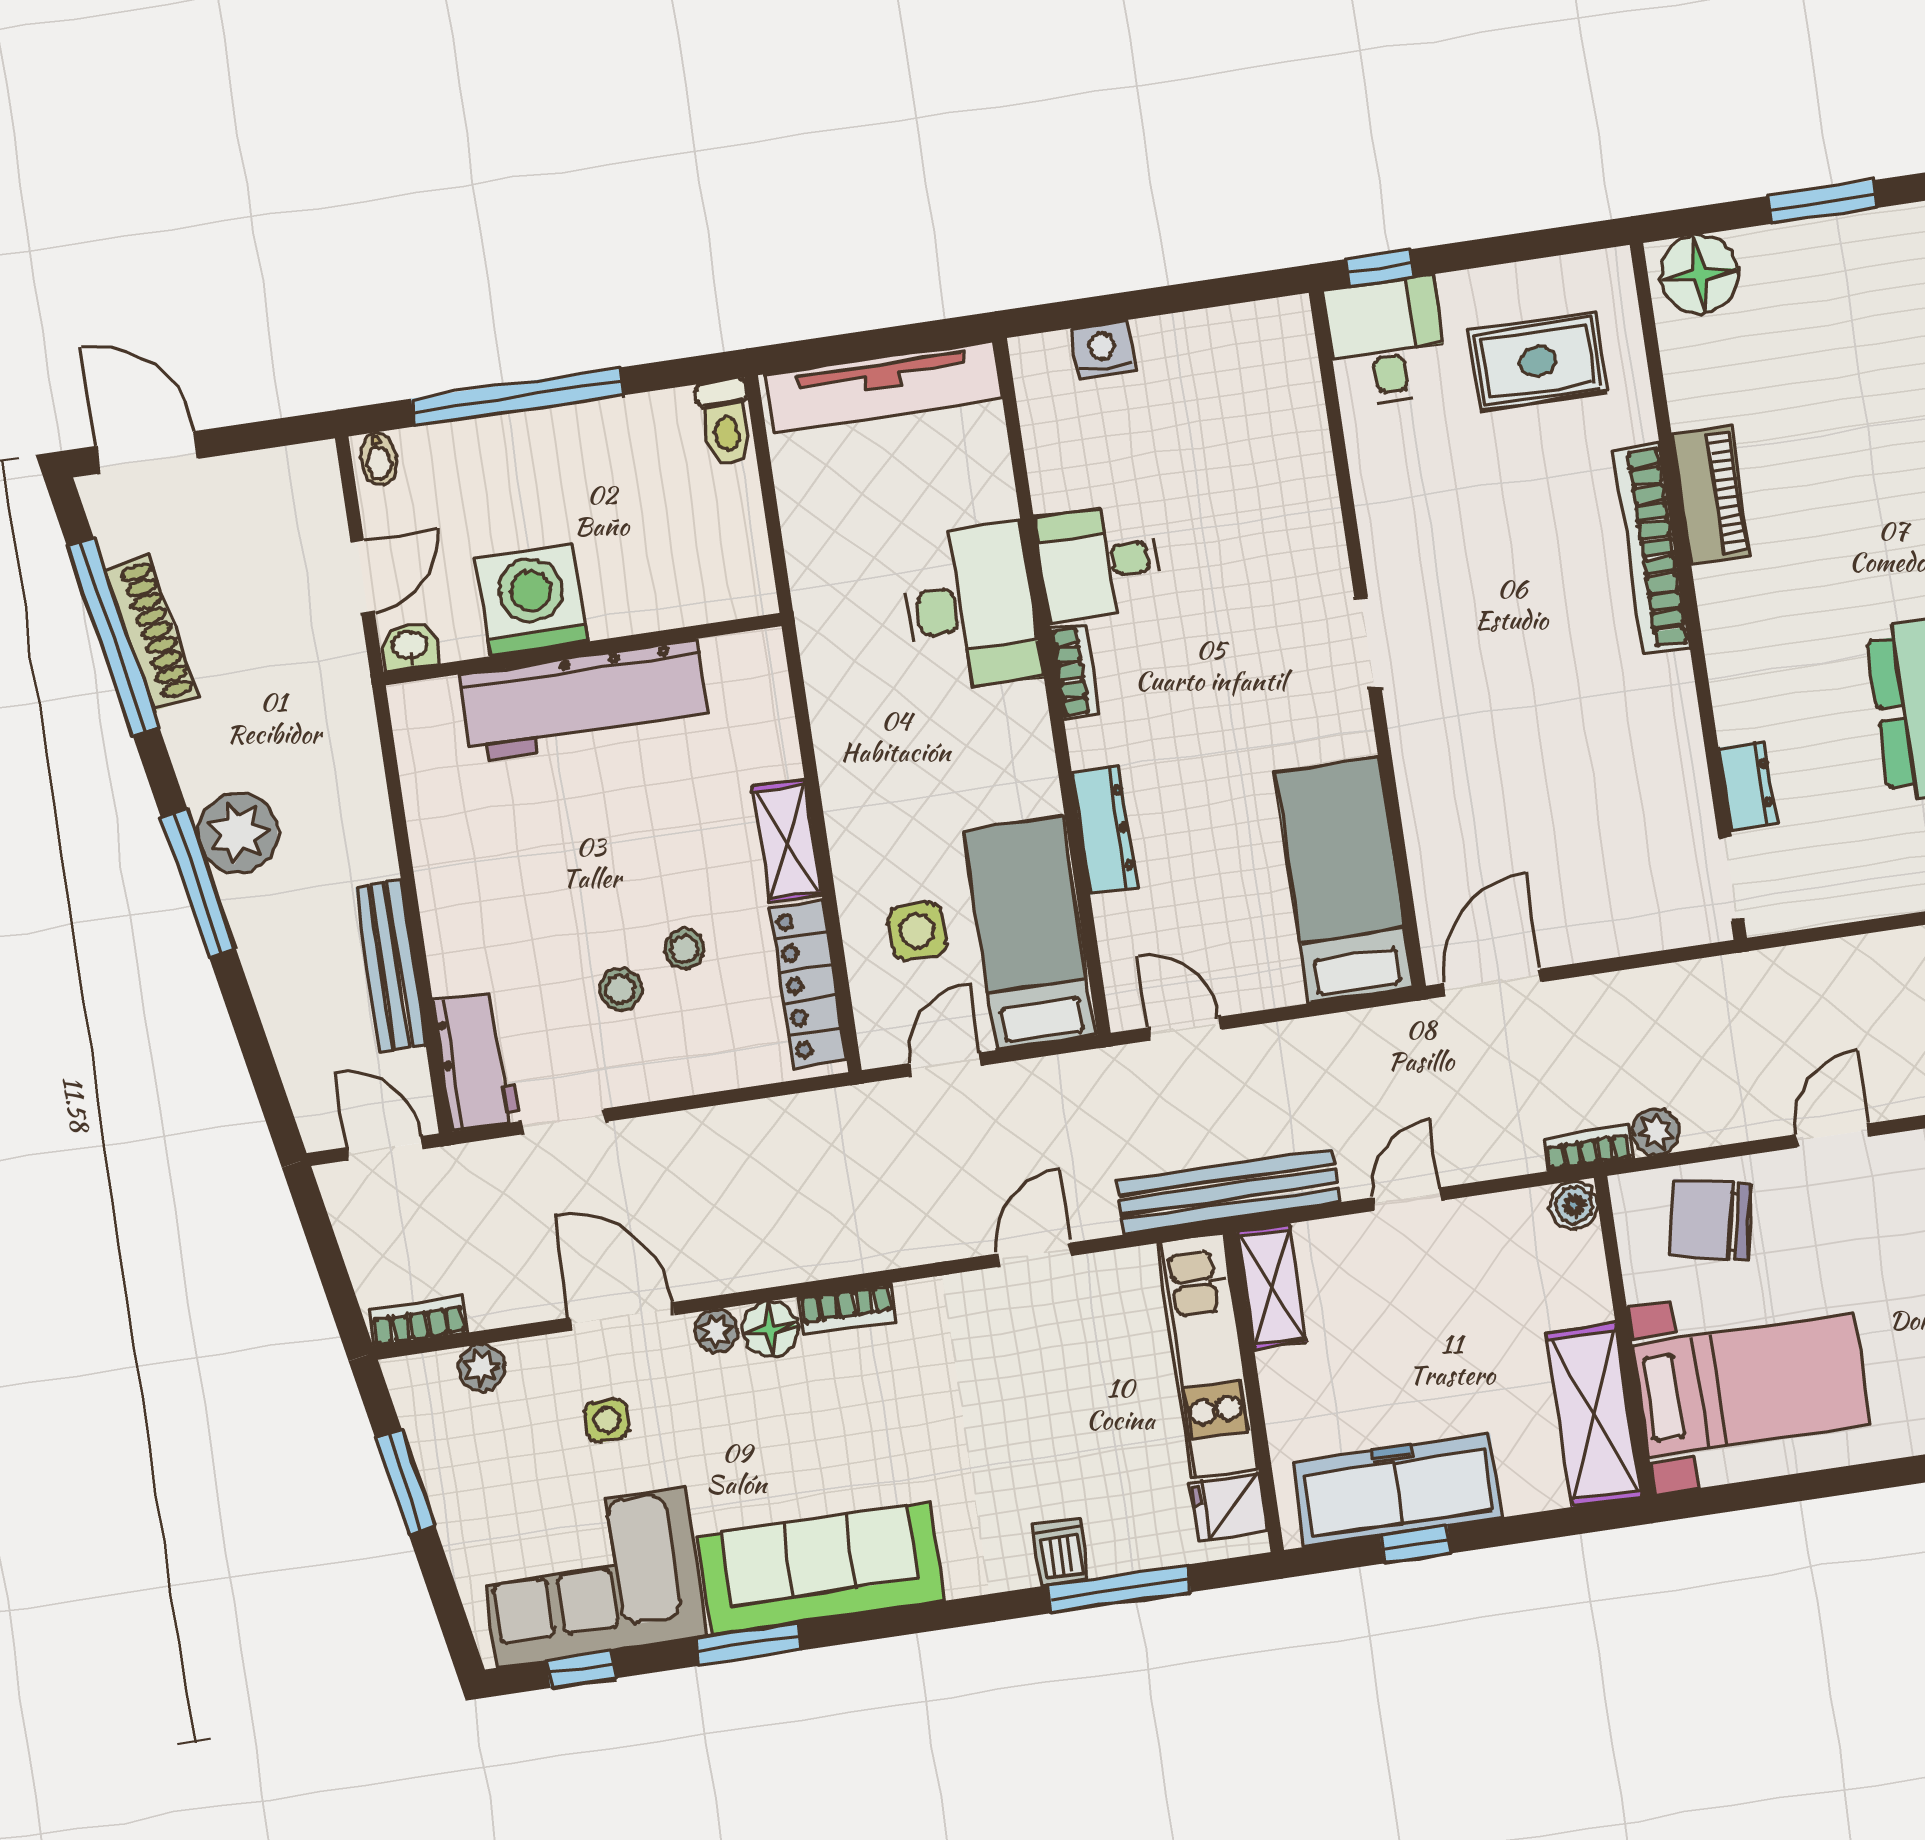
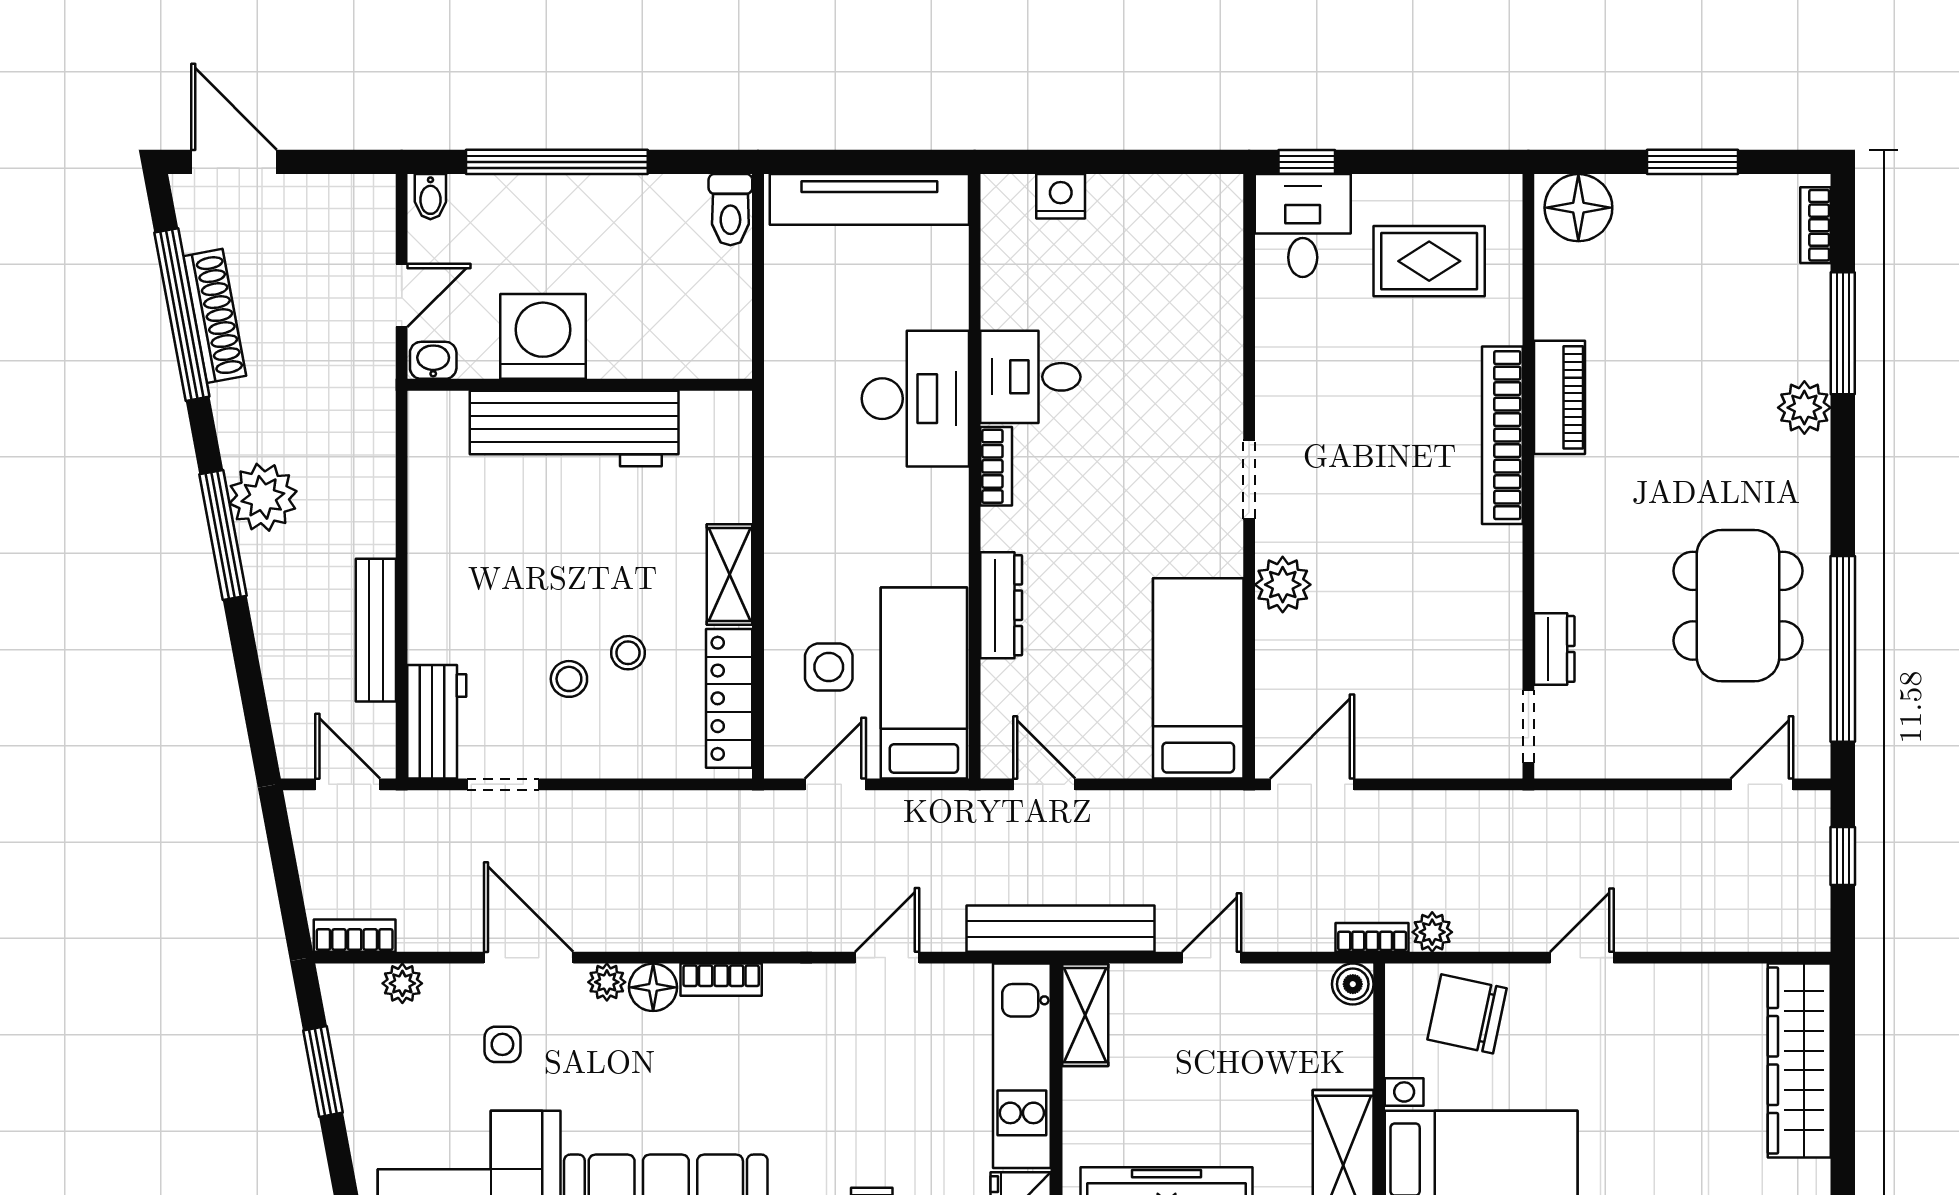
plant: (1425, 758) -> (1283, 585), added

